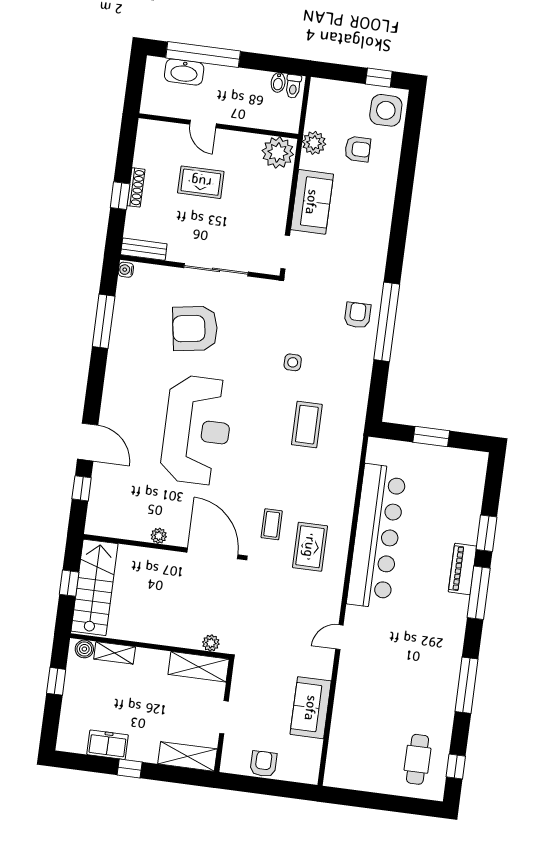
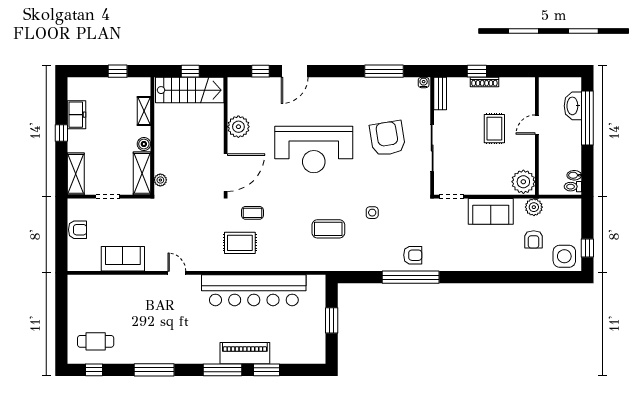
plant: (159, 536) -> (238, 127), width x1.88, depth x1.88
piano: (462, 569) -> (245, 353), width x1.37, depth x1.33
boiler: (84, 649) -> (144, 144), moved

